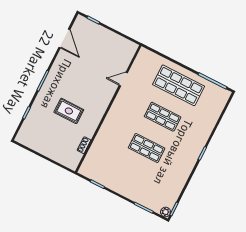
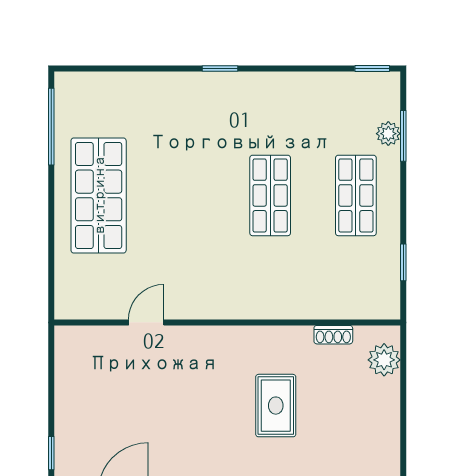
door: (123, 79) -> (146, 322), swing flipped
shop shelf: (163, 117) -> (356, 195), moved
plant: (65, 159) -> (384, 360), added
plant: (166, 212) -> (388, 134), moved

